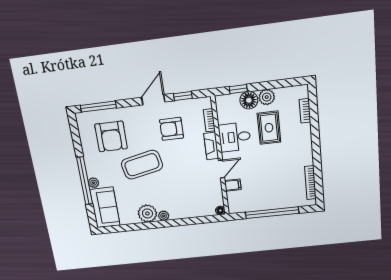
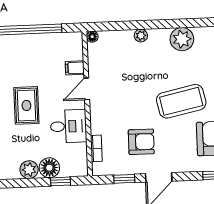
rug: (269, 128) -> (26, 105), moved
fireplace: (211, 146) -> (97, 118), removed
plant: (164, 216) -> (141, 36), moved

